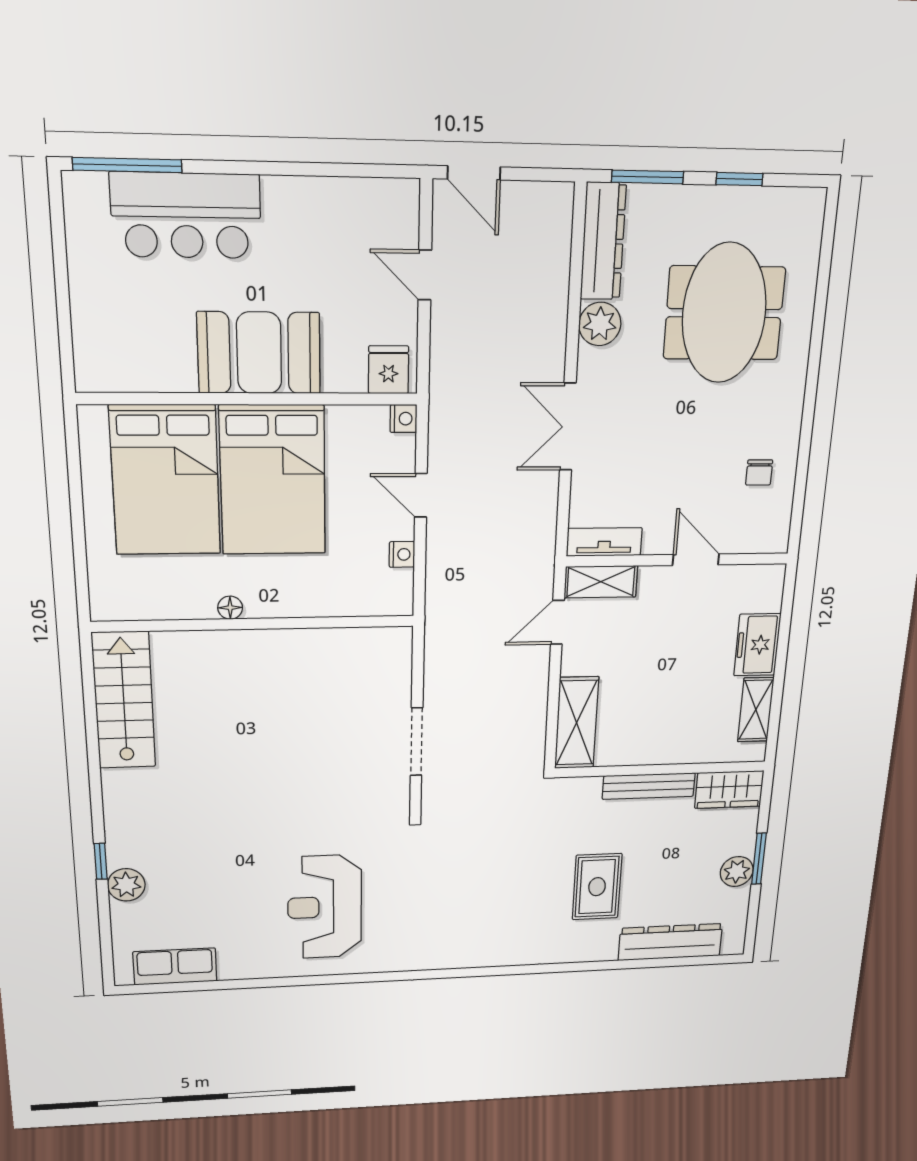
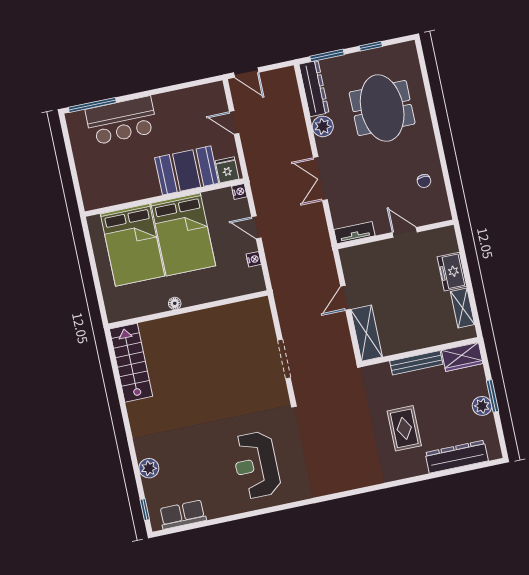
booth: (259, 353) -> (187, 170), moved
shelving: (601, 582) -> (358, 254), removed
door: (557, 622) -> (345, 298), moved
window: (101, 861) -> (145, 510), moved

